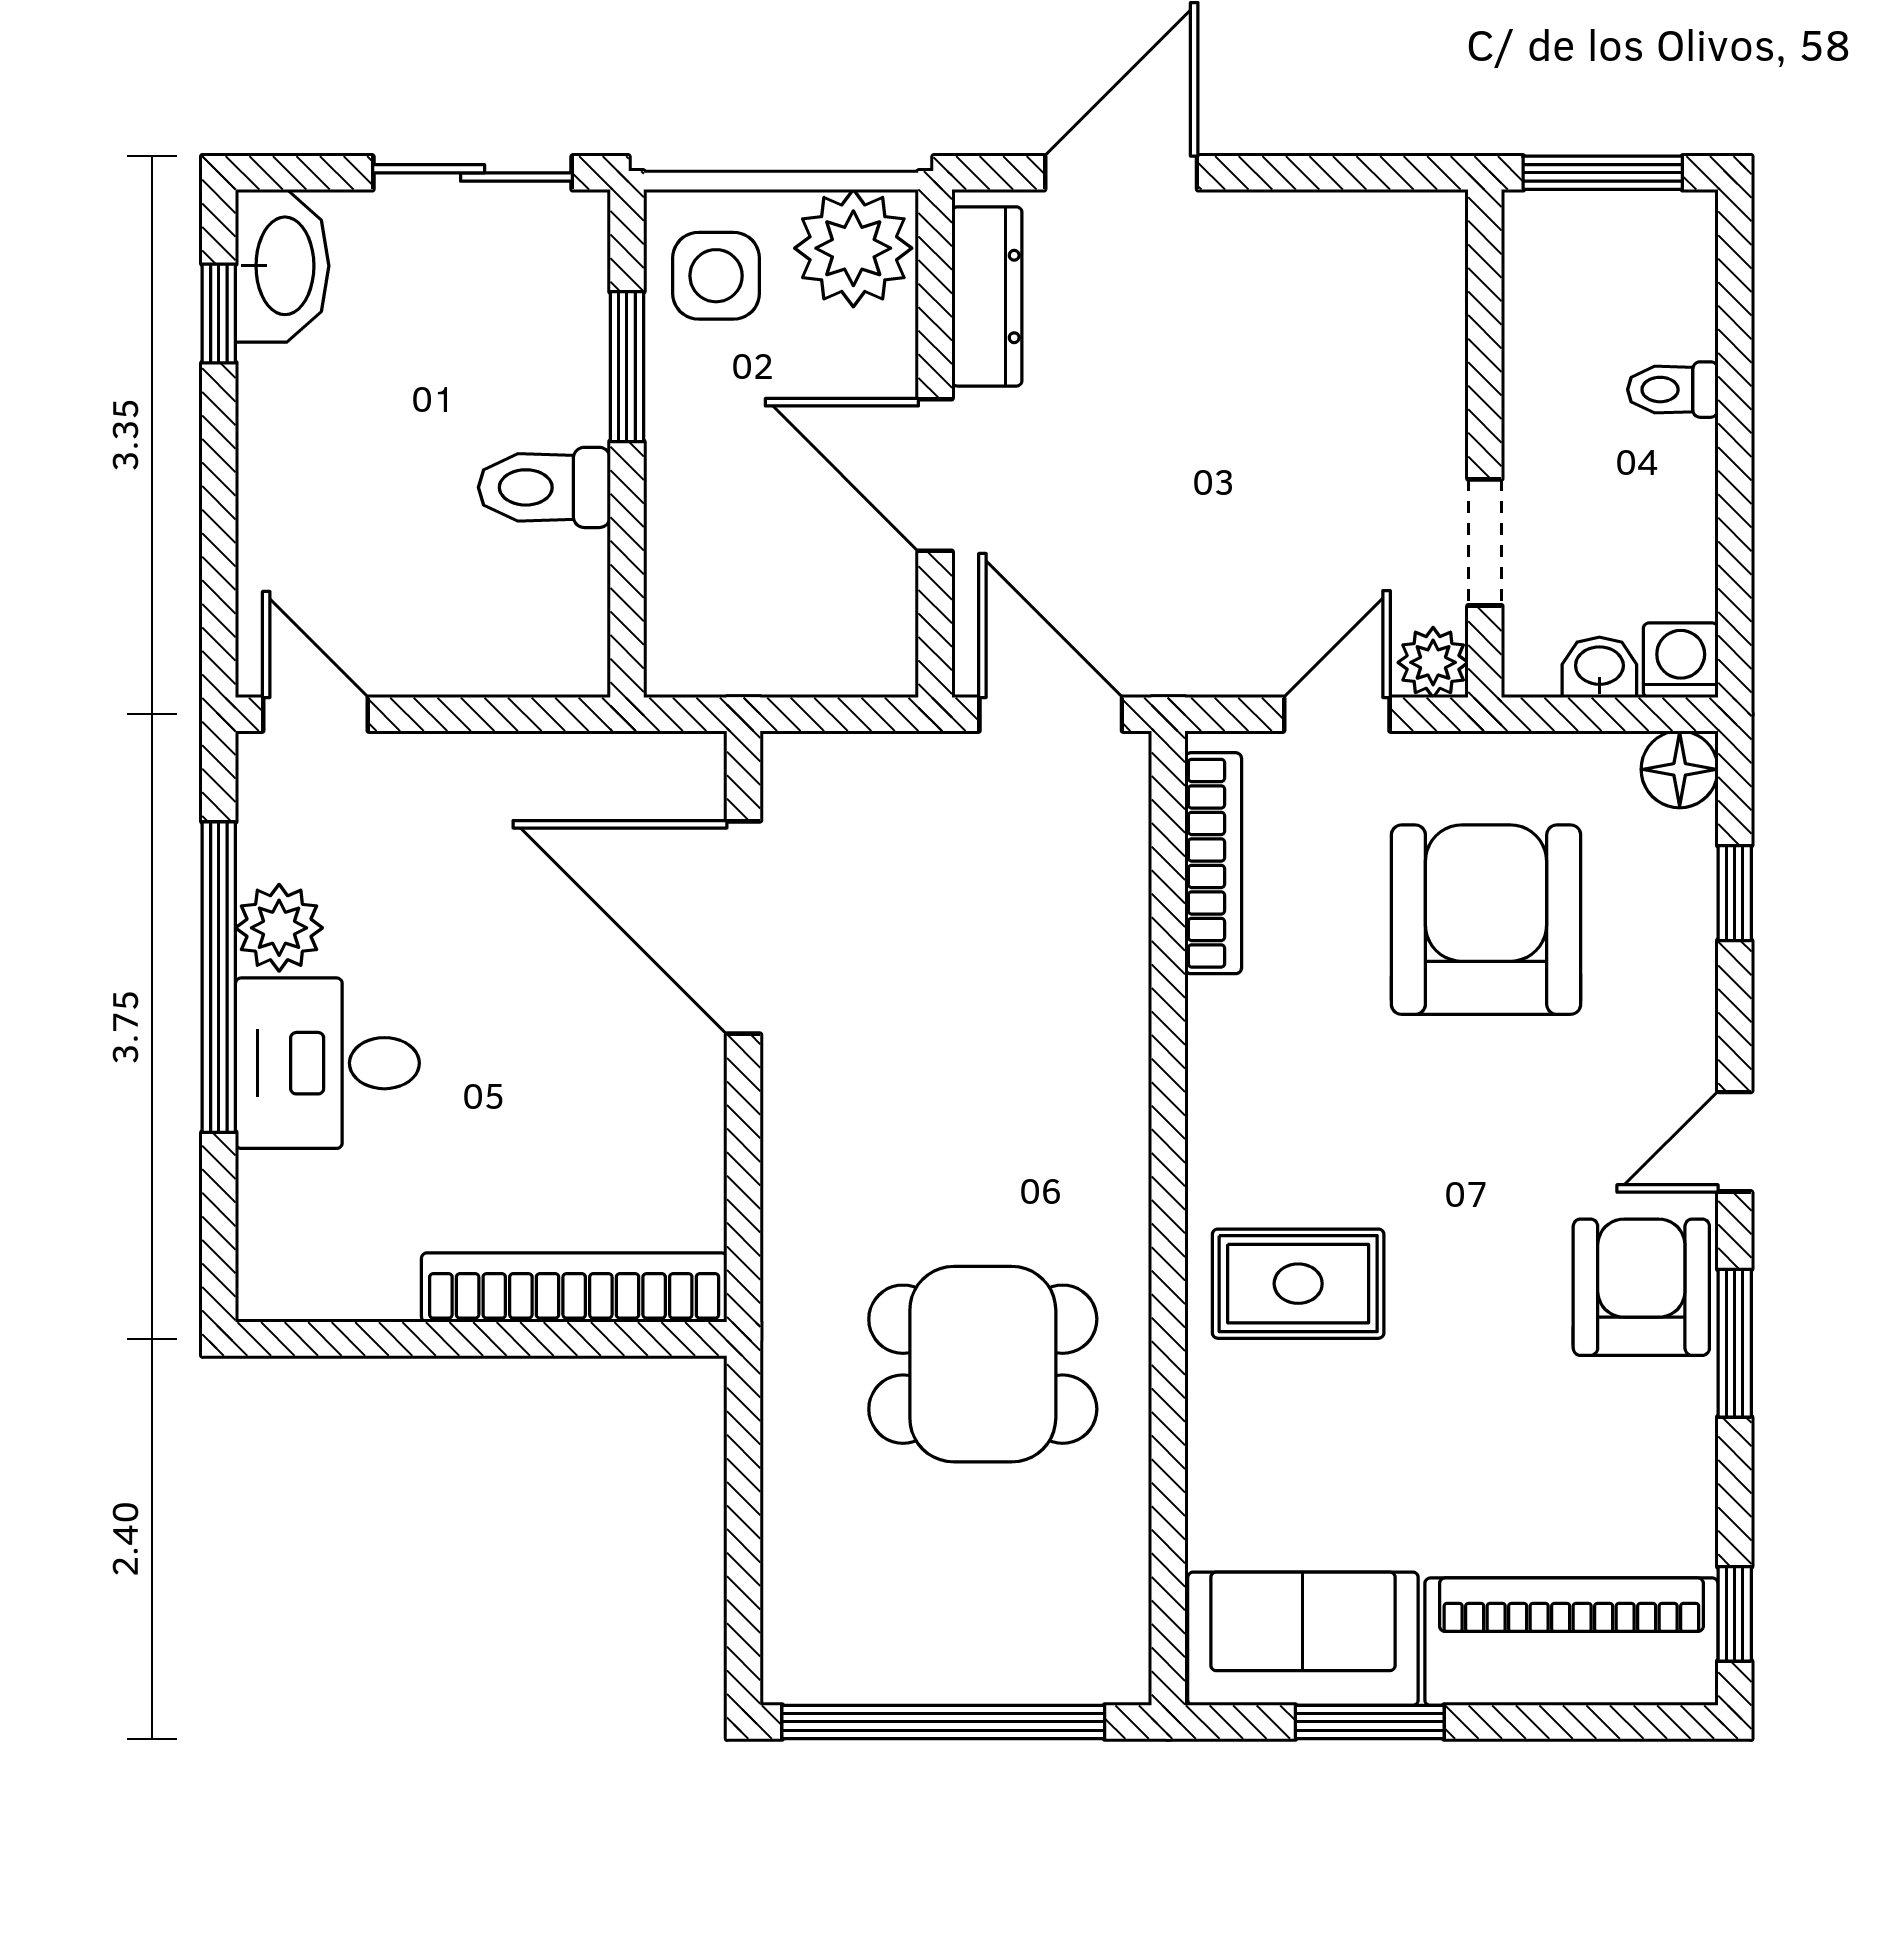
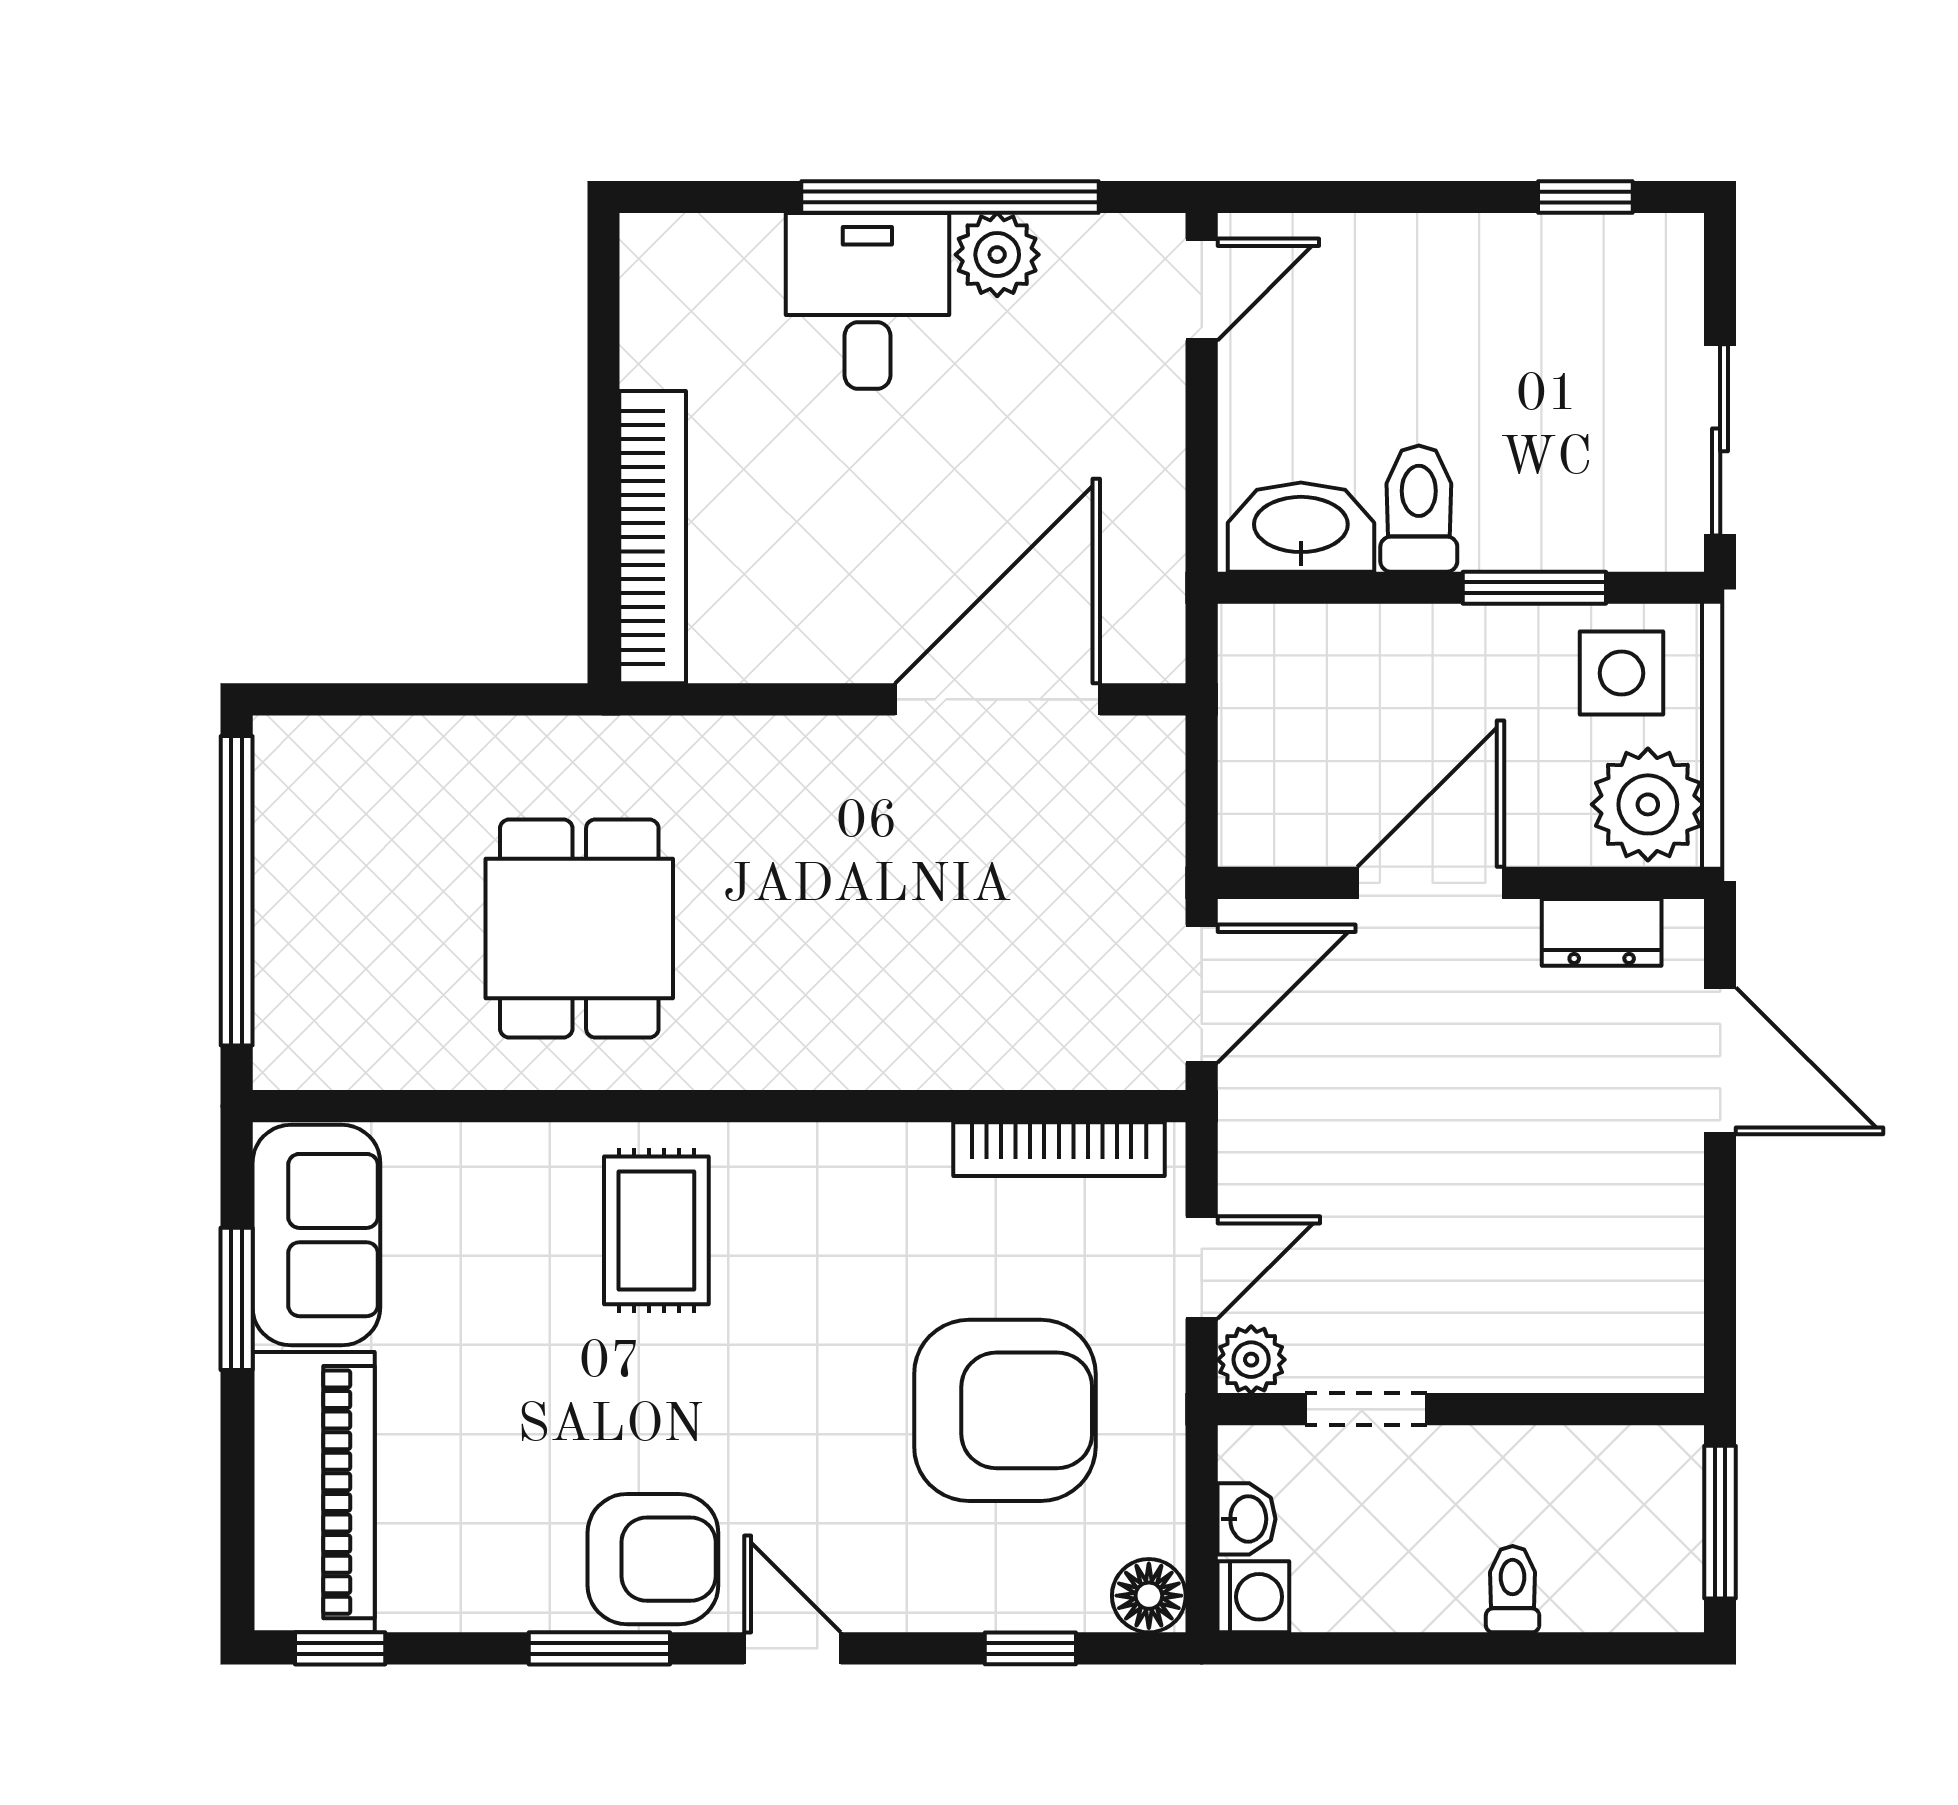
washbasin: (282, 266) -> (1301, 527), moved, turned 180
dresser: (987, 296) -> (1602, 932), width x0.70
door: (1337, 714) -> (1202, 1268), hinge flipped

